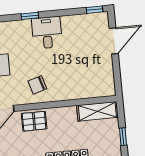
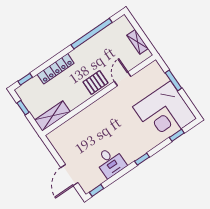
desk: (47, 33) -> (110, 162), moved
chair: (37, 85) -> (108, 111), removed

